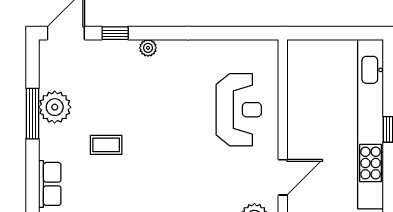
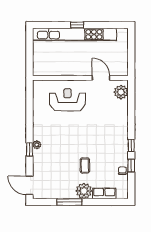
window: (115, 33) -> (29, 149), moved
plant: (55, 107) -> (84, 191), moved

